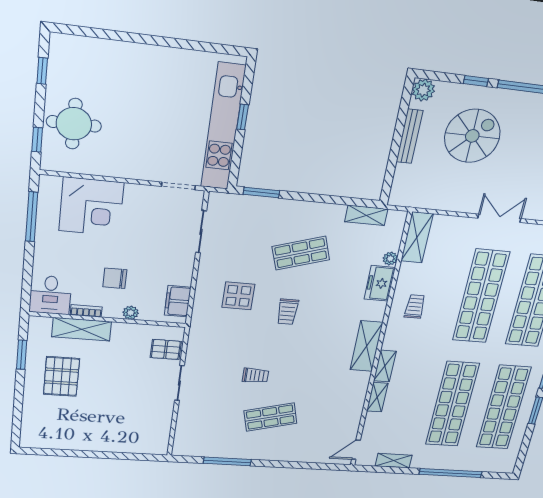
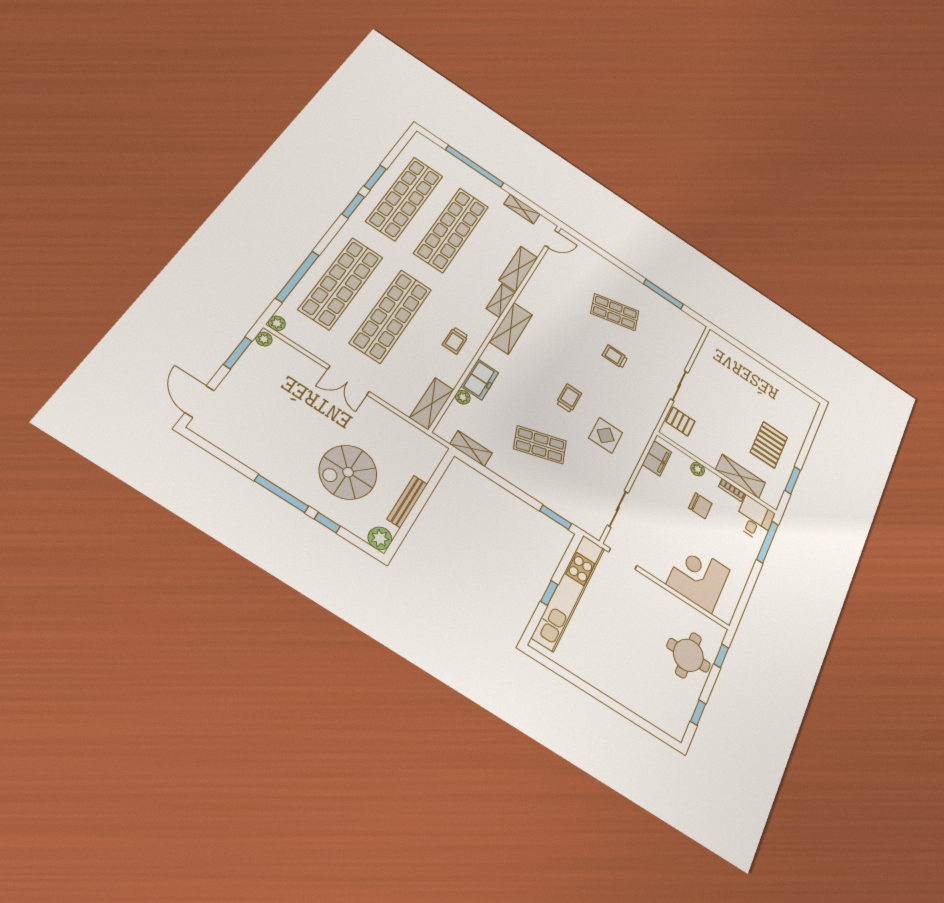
window: (32, 217) -> (768, 542), moved
shelving: (377, 397) -> (518, 269), width x1.50, depth x1.33

